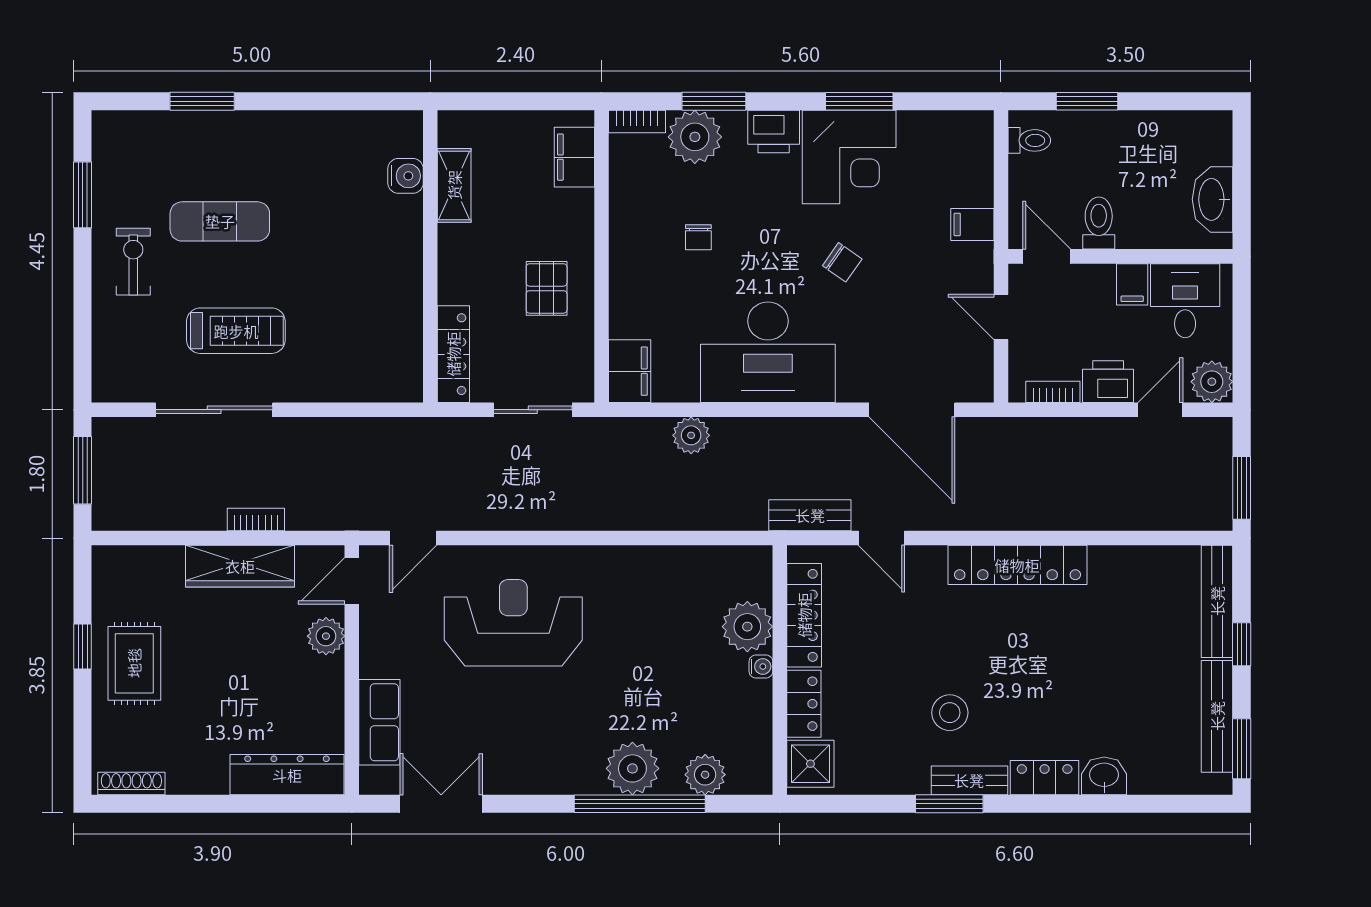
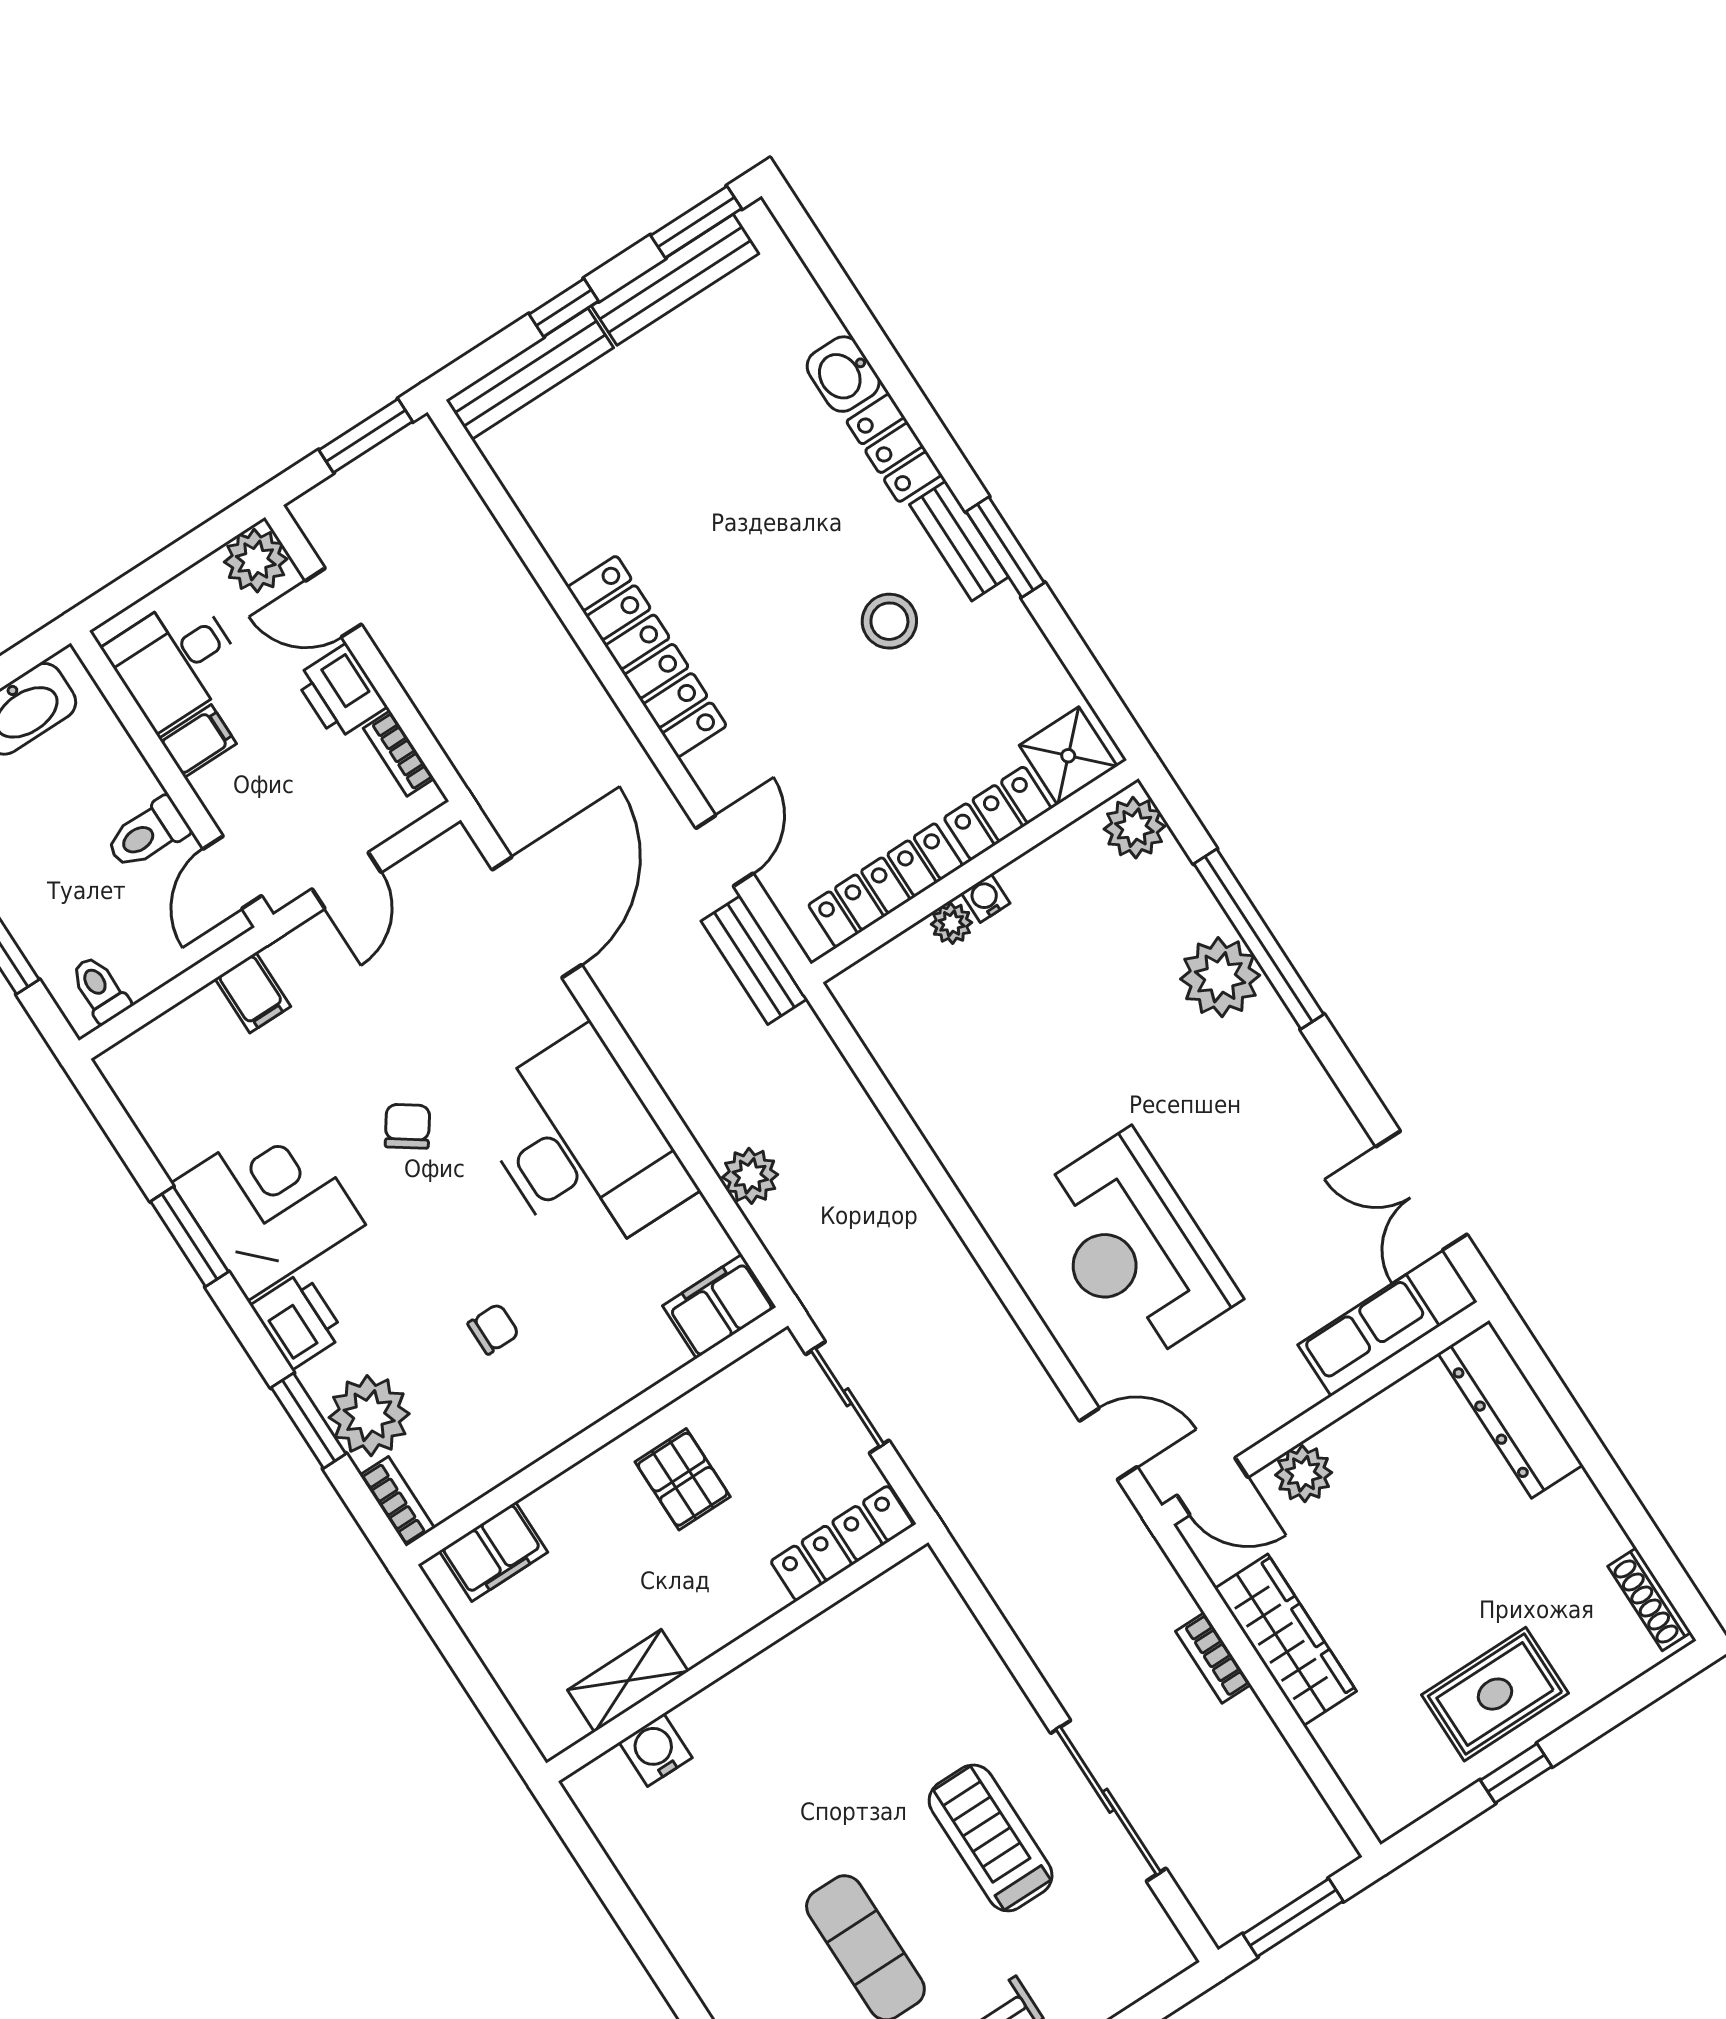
pallet: (547, 288) -> (683, 1479), turned 90
plant: (747, 627) -> (952, 923), width x0.53, depth x0.53
plant: (705, 775) -> (1134, 828), moved

